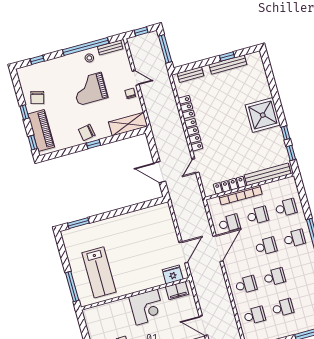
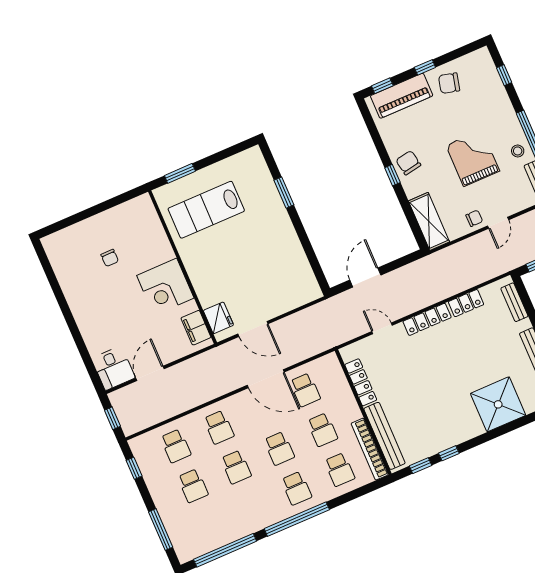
shower: (263, 115) -> (498, 404), moved
bookcase: (241, 195) -> (370, 449), moved
window: (78, 223) -> (284, 193), moved
window: (72, 287) -> (180, 173), width x0.69

